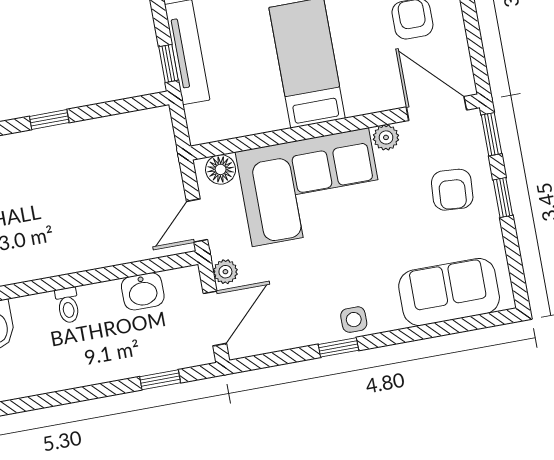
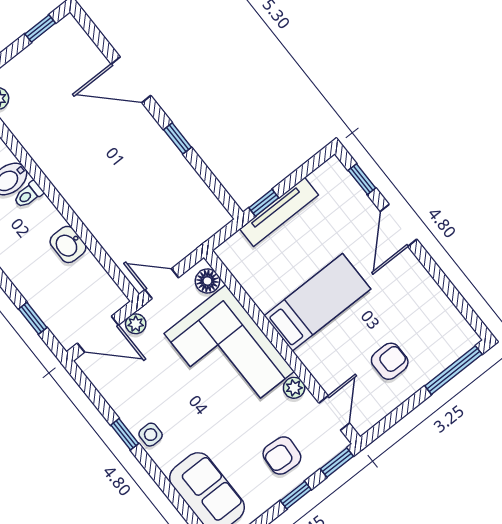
door: (436, 109) -> (334, 413), width x0.73
washbasin: (143, 291) -> (68, 244), moved
toilet: (68, 305) -> (28, 195), moved

